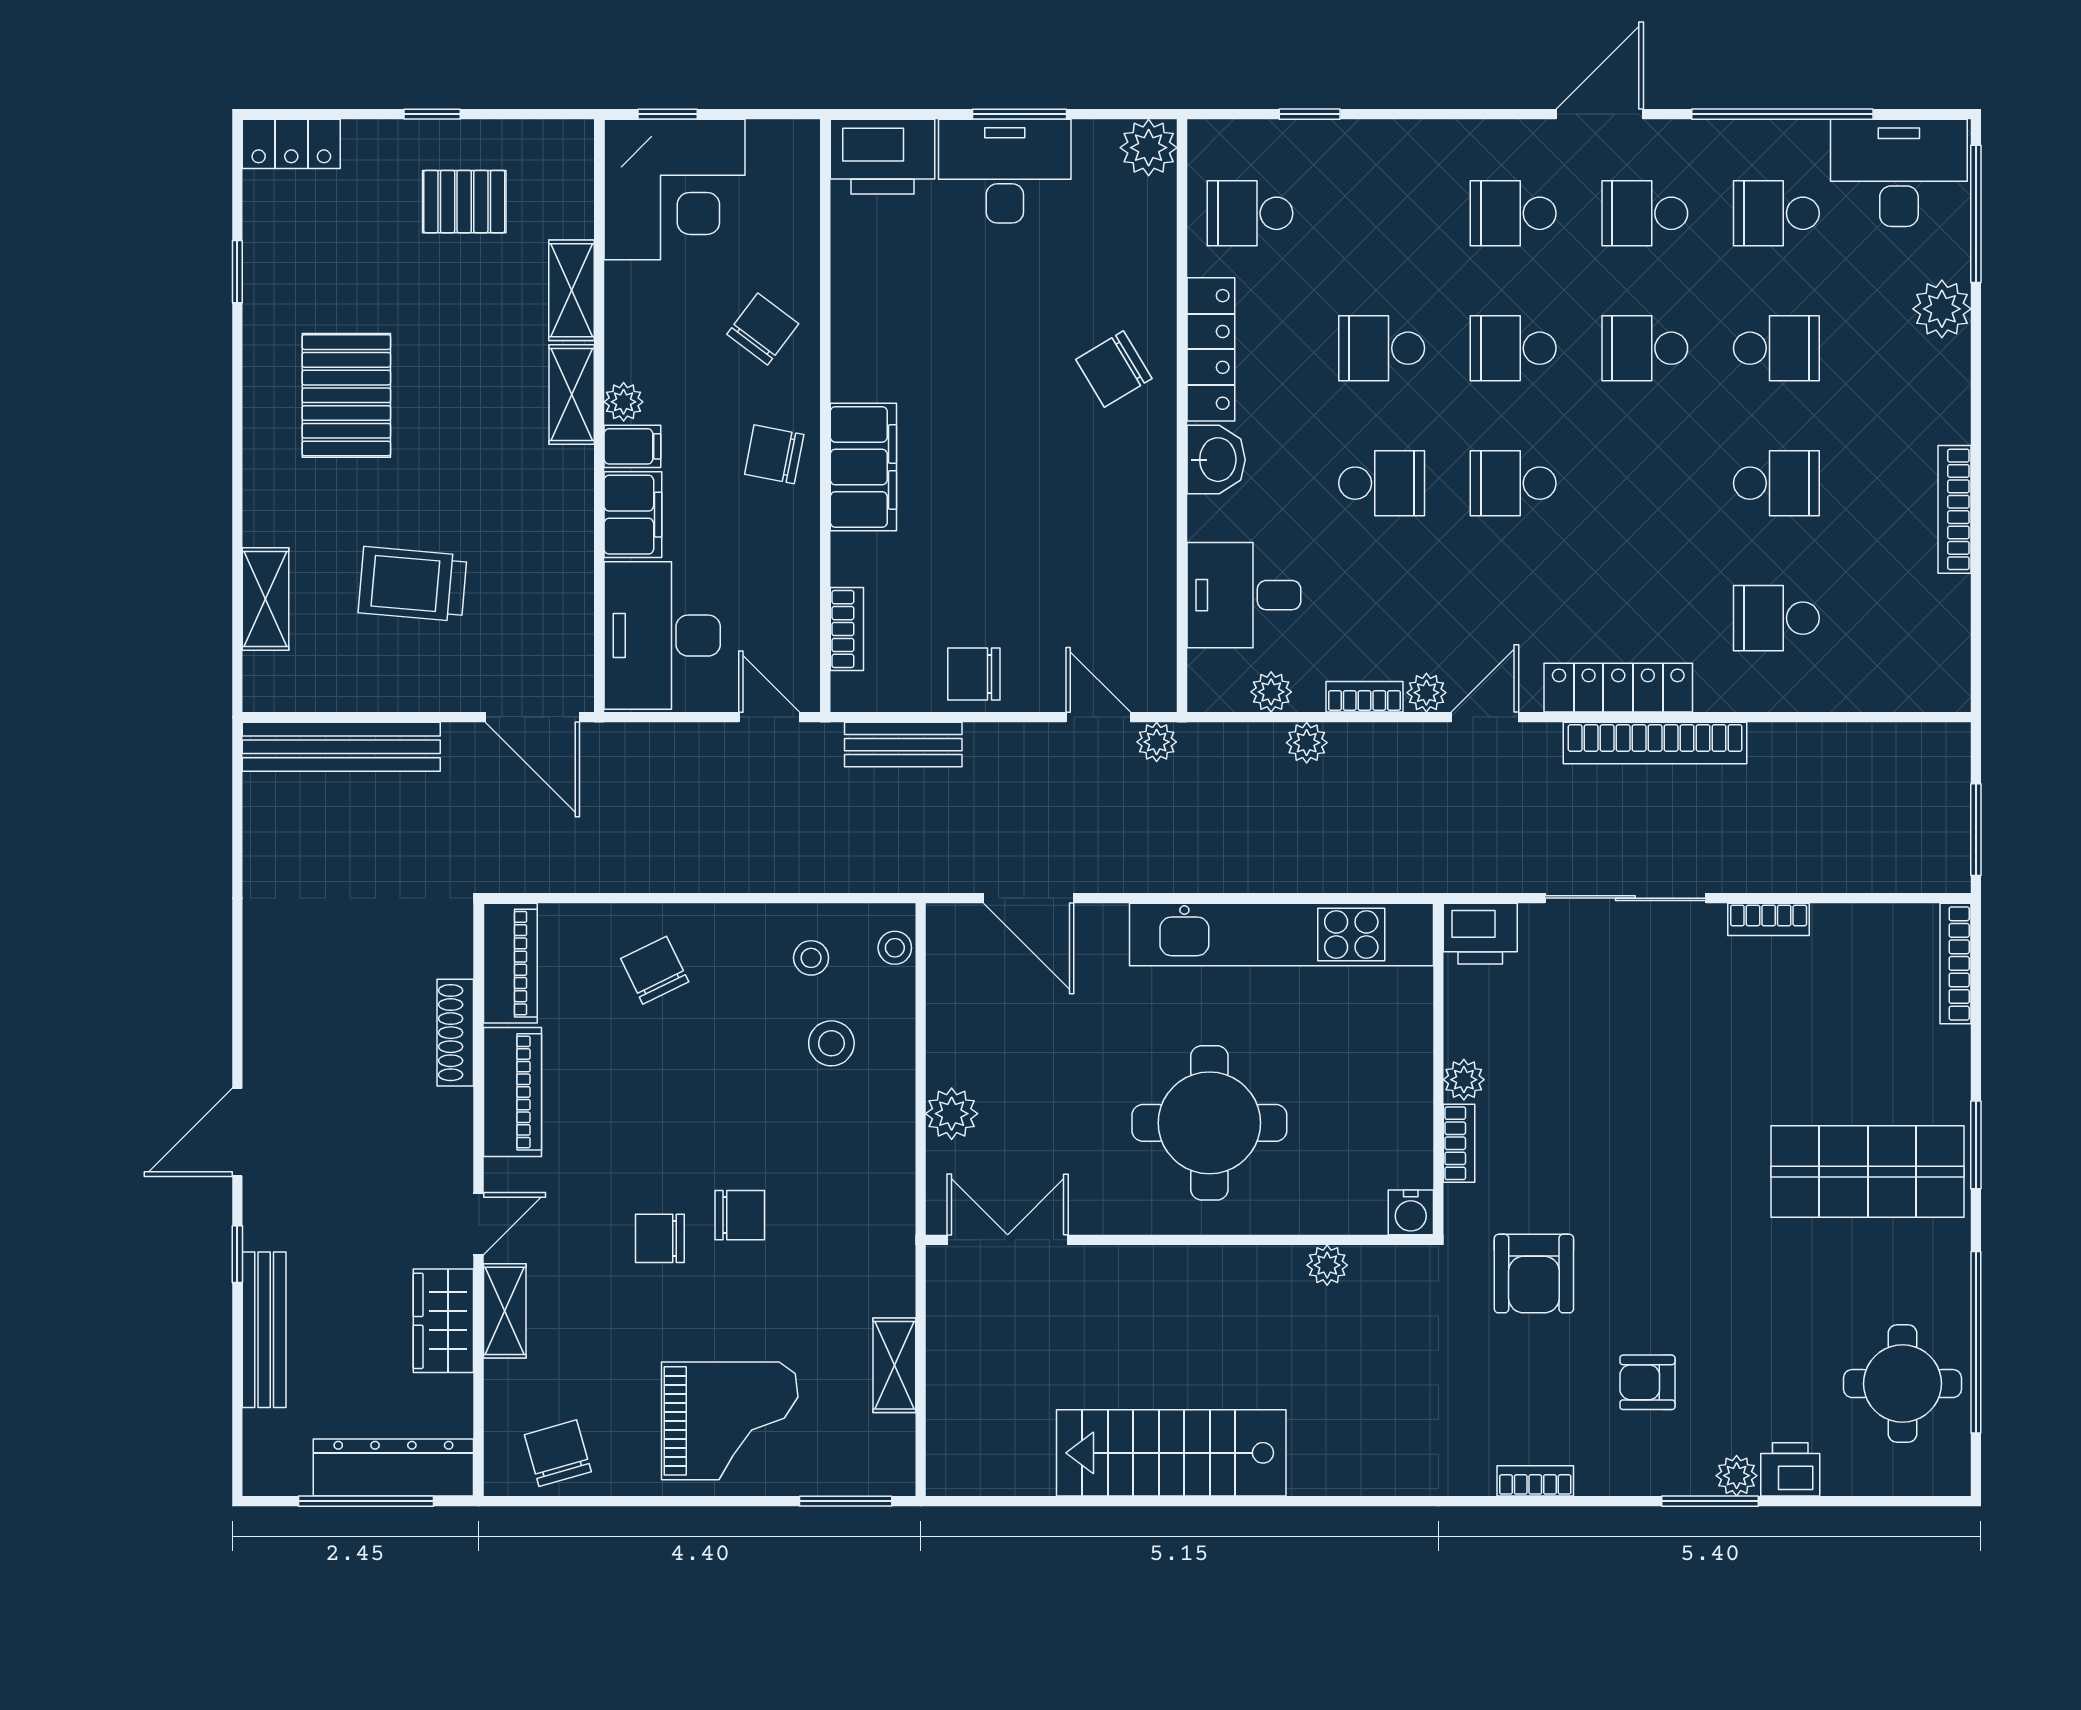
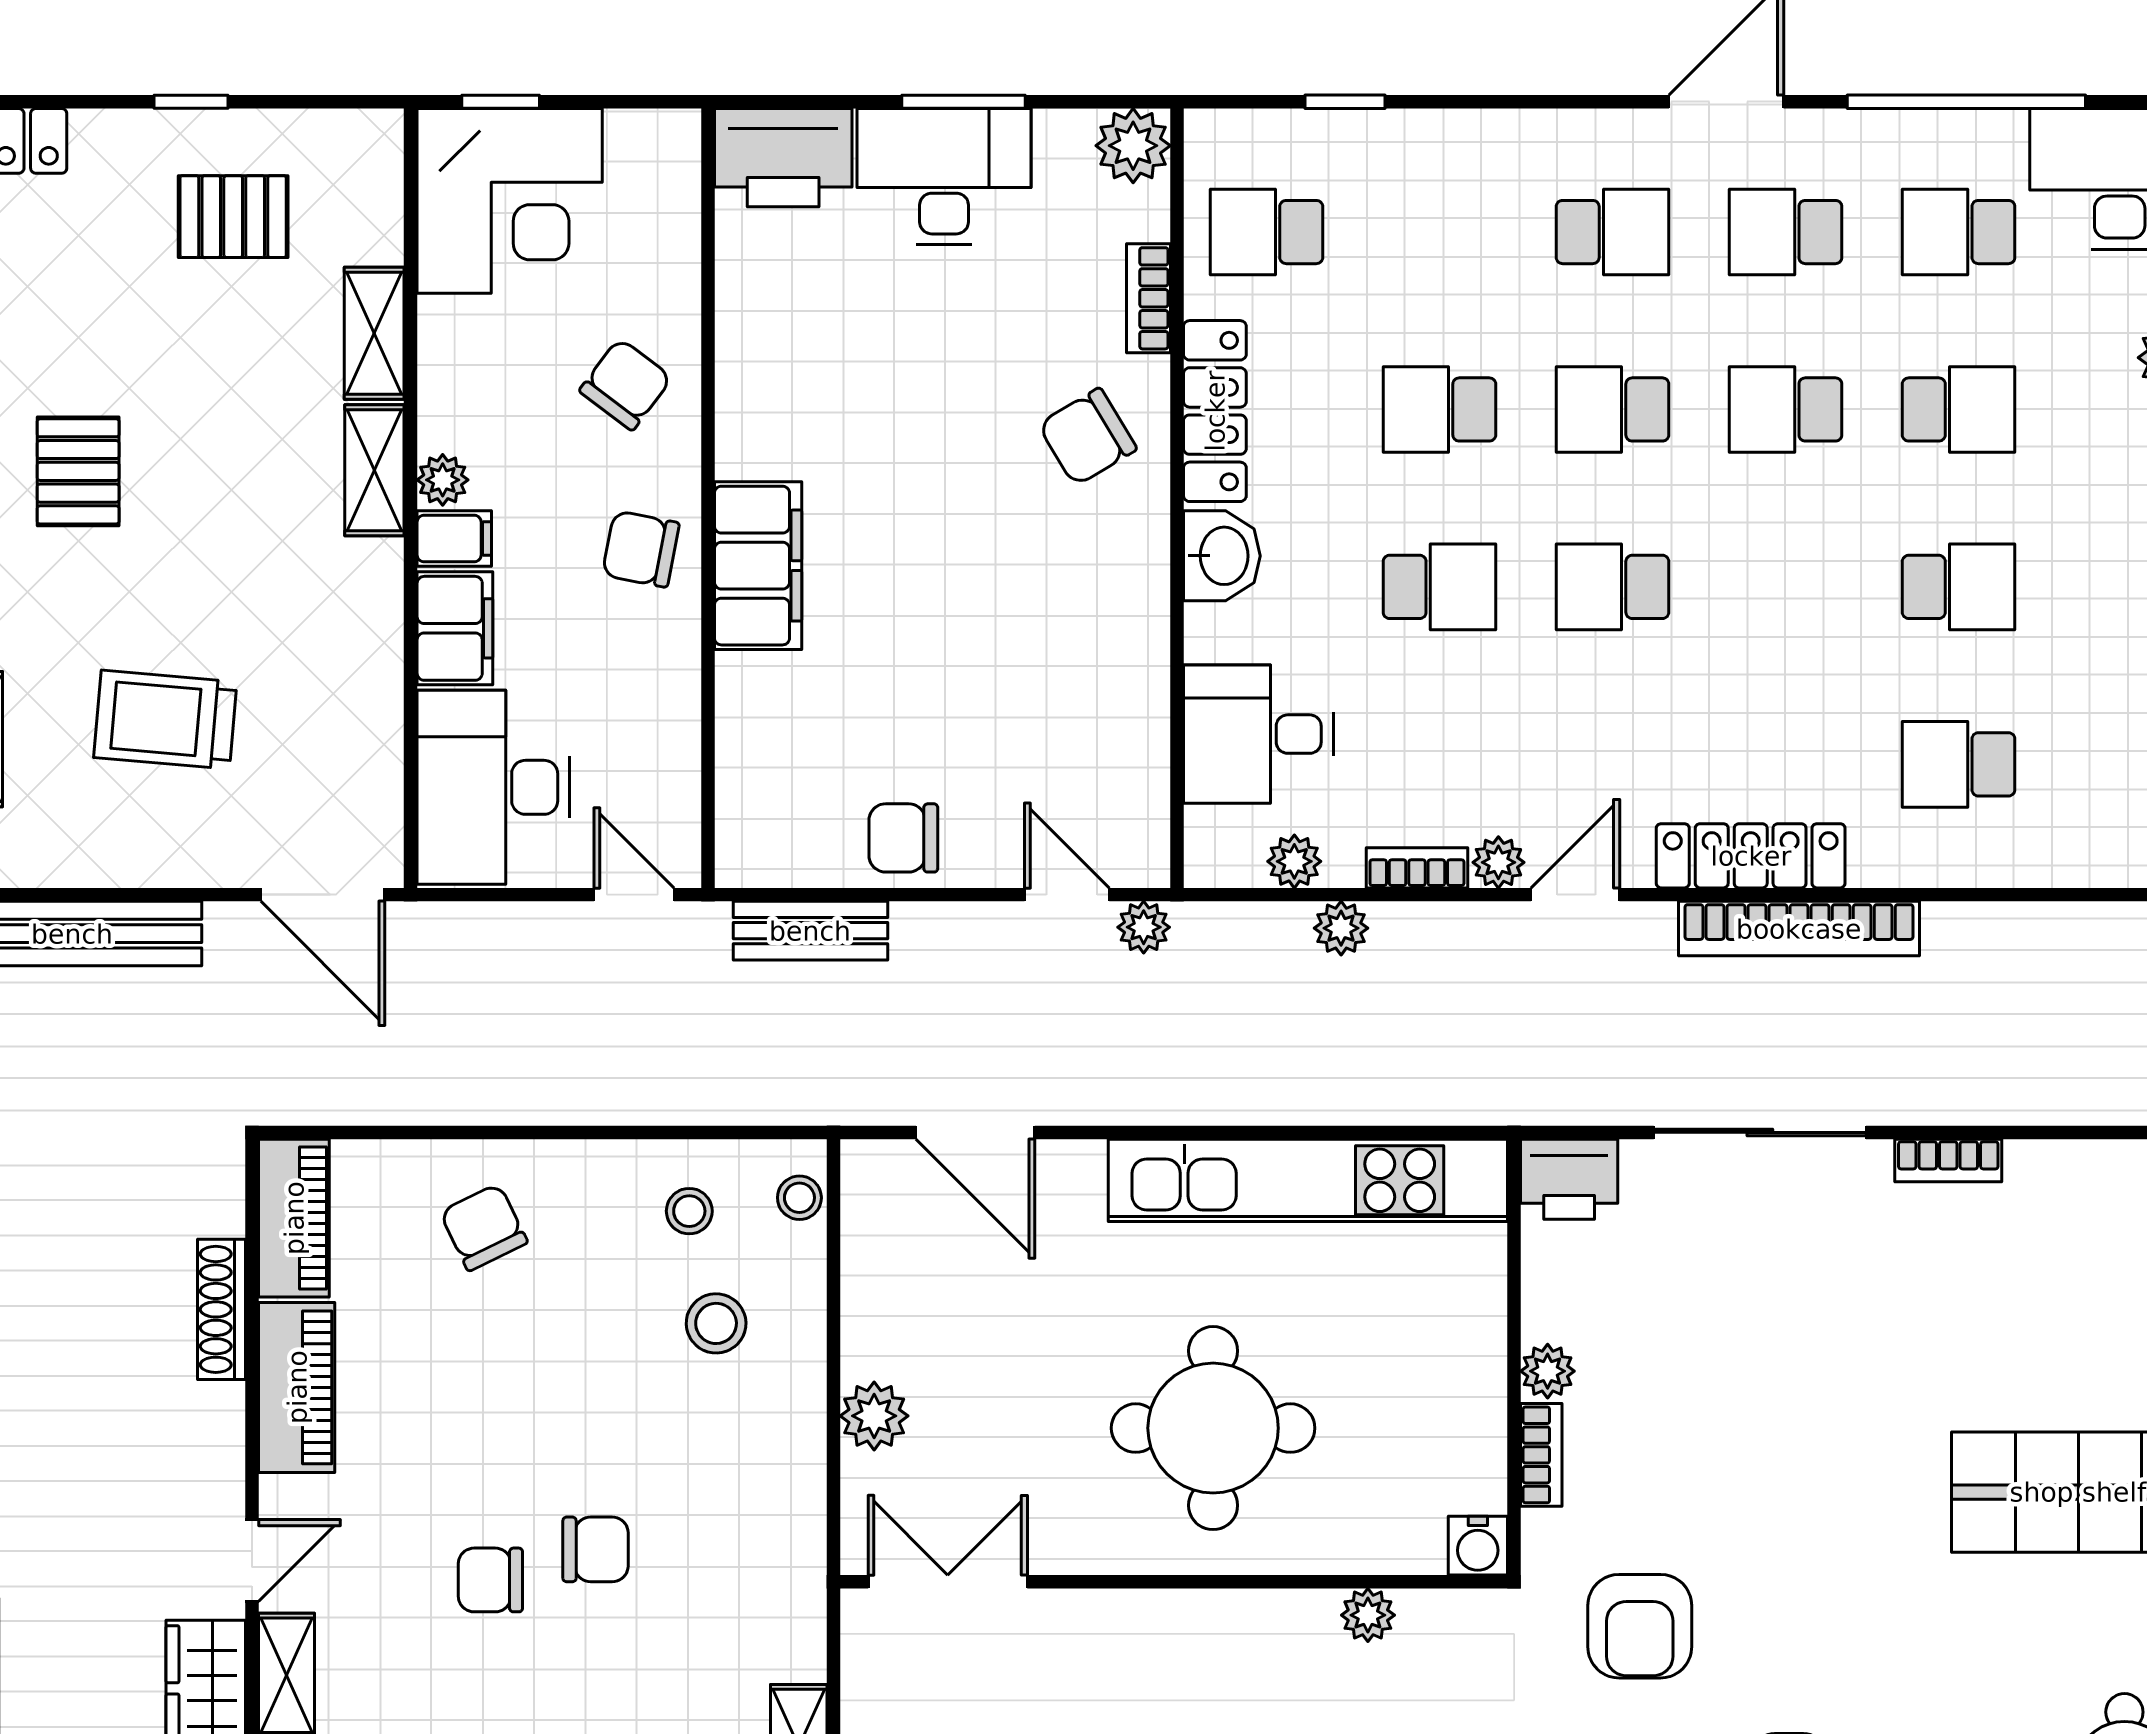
school desk: (1513, 213) -> (1612, 232), turned 180
pallet: (346, 395) -> (78, 471), width x0.67, depth x0.71
bookcase: (847, 629) -> (1149, 298), moved, turned 180

